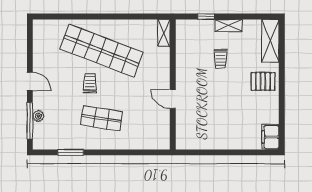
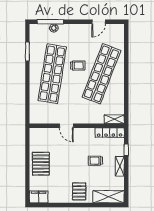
locker: (182, 39) -> (110, 133), added
door: (30, 81) -> (99, 22), moved
door: (173, 99) -> (66, 126), swing flipped
shop shelf: (101, 118) -> (52, 74), width x2.00, depth x1.36
pallet: (225, 134) -> (41, 164), added

